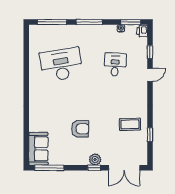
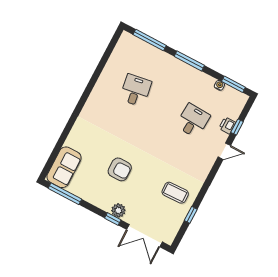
printer: (142, 31) -> (227, 125), moved
desk: (61, 65) -> (136, 90), width x0.53, depth x0.77

